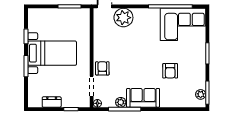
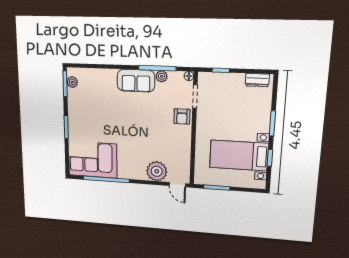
bed with nightstands: (52, 53) -> (239, 155), moved
armchair: (170, 71) -> (106, 110), removed
dresser: (52, 102) -> (257, 80), moved

